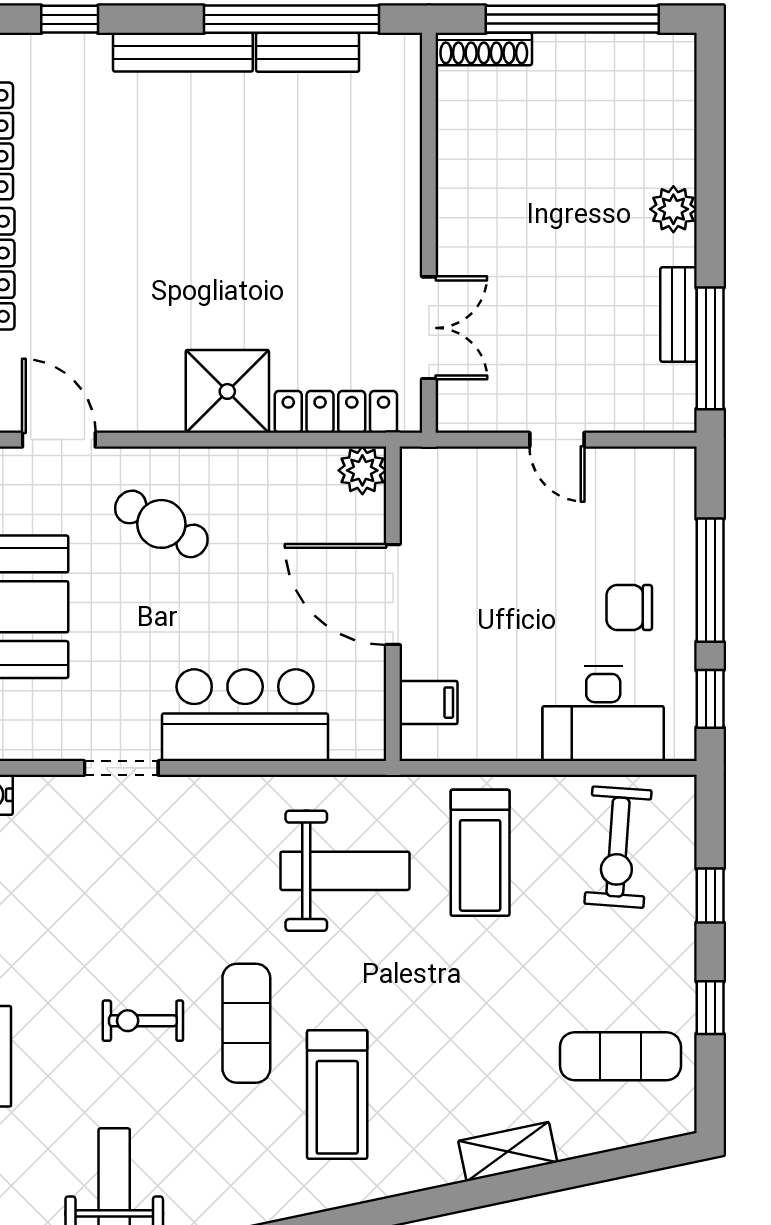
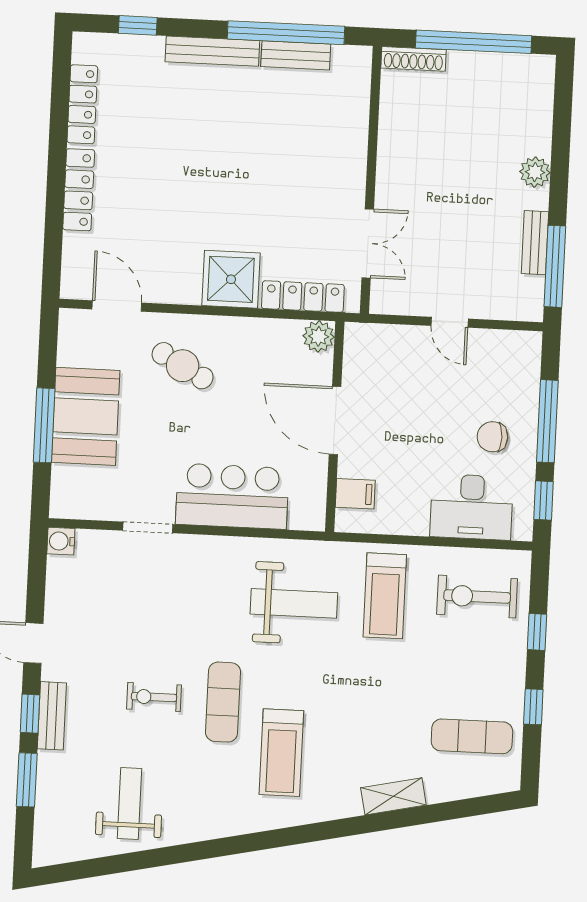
exercise bike: (618, 847) -> (477, 596), turned 86

